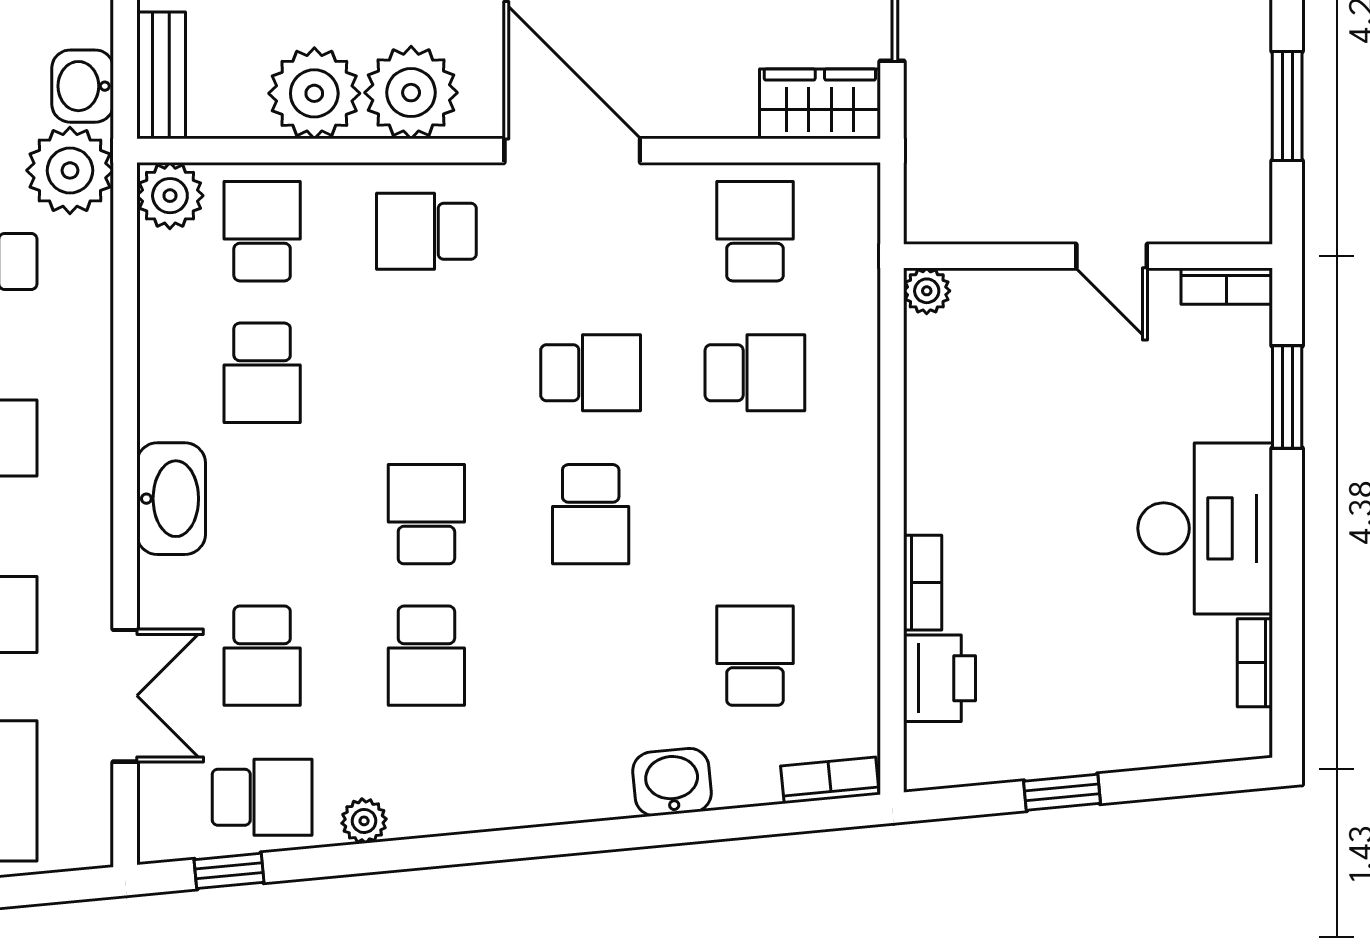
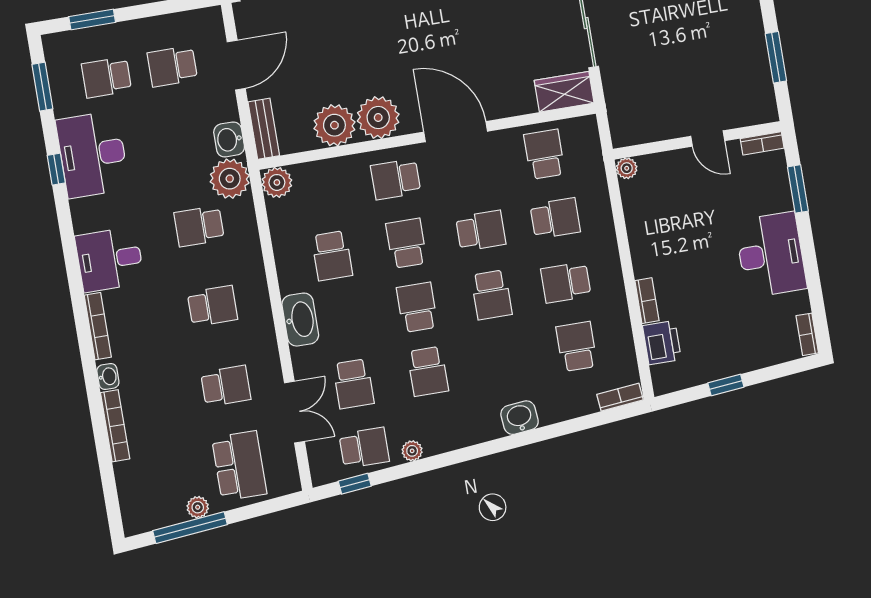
school desk: (262, 231) -> (406, 243), moved
school desk: (755, 514) -> (566, 282), added
bookcase: (1255, 663) -> (807, 334), moved
washbasin: (672, 782) -> (520, 418), moved

